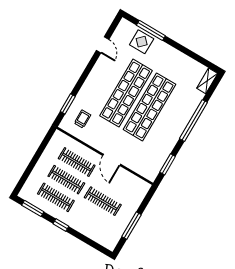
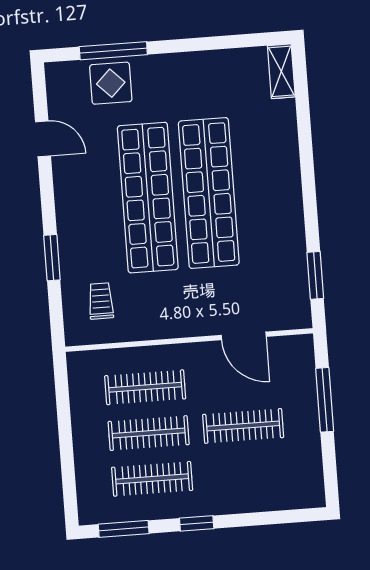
window: (68, 104) -> (52, 258), moved
window: (193, 121) -> (307, 162), removed
door: (112, 160) -> (244, 336), moved
window: (131, 226) -> (325, 400), moved

